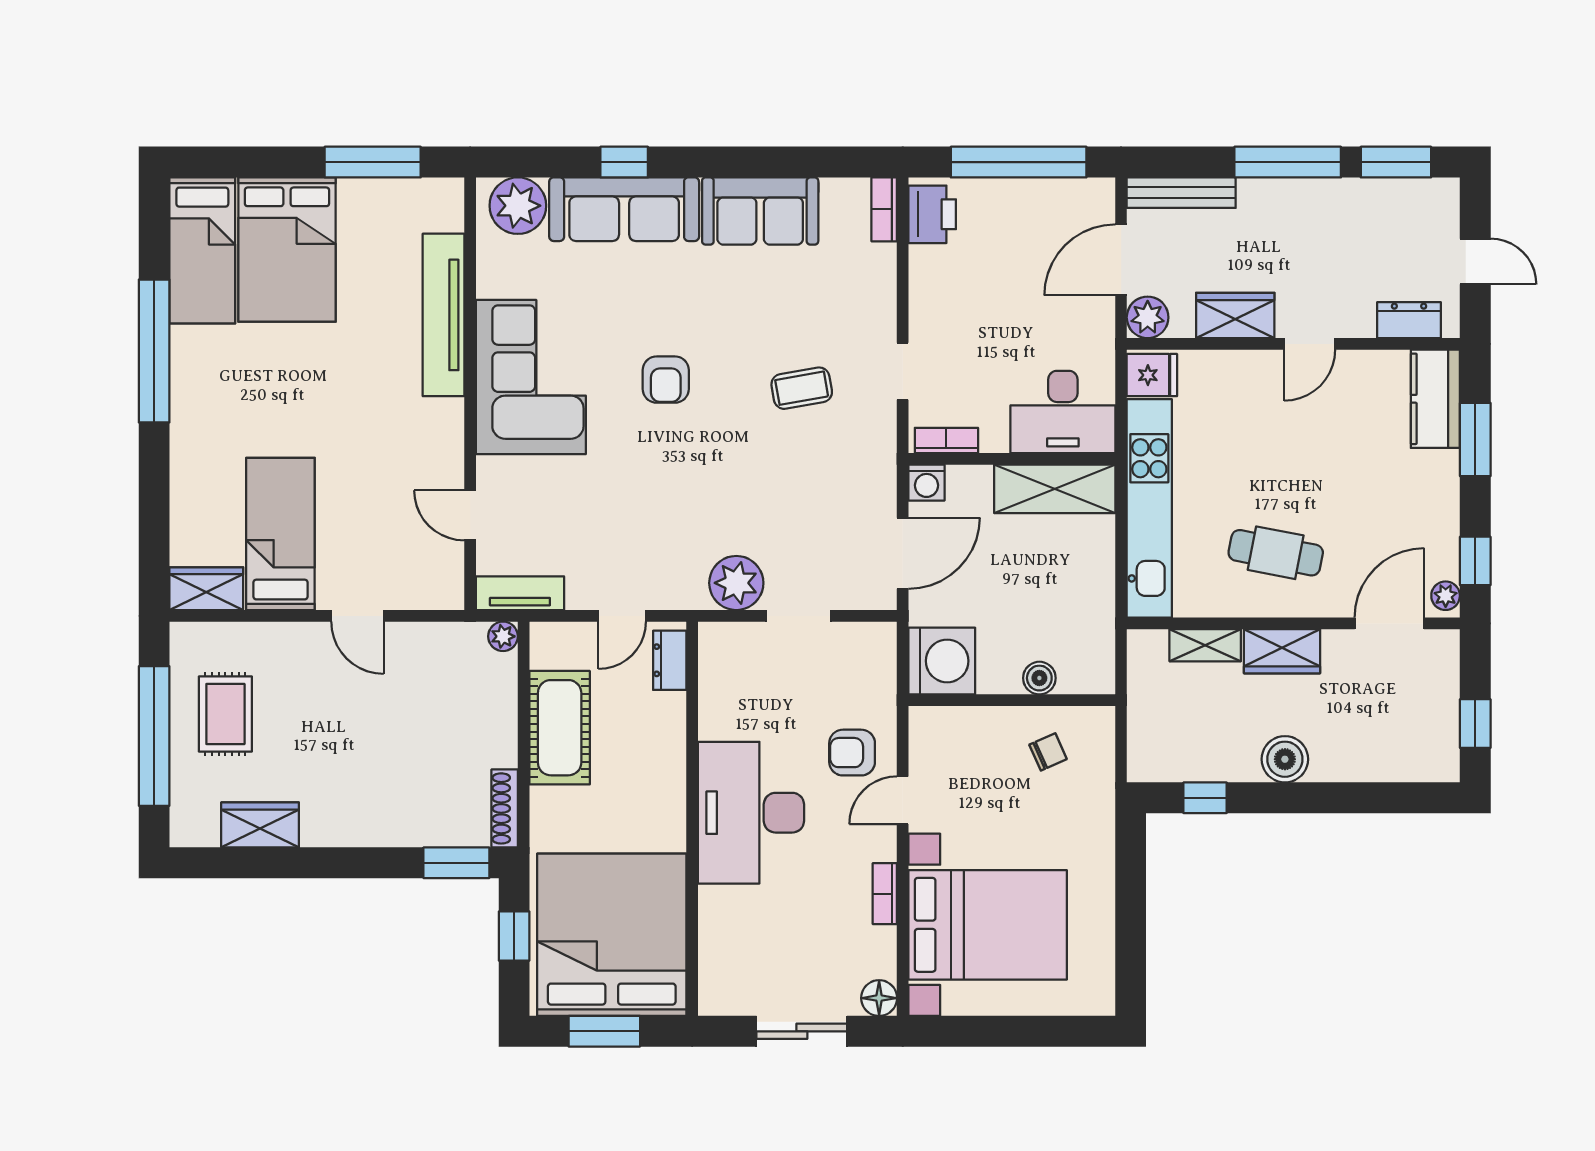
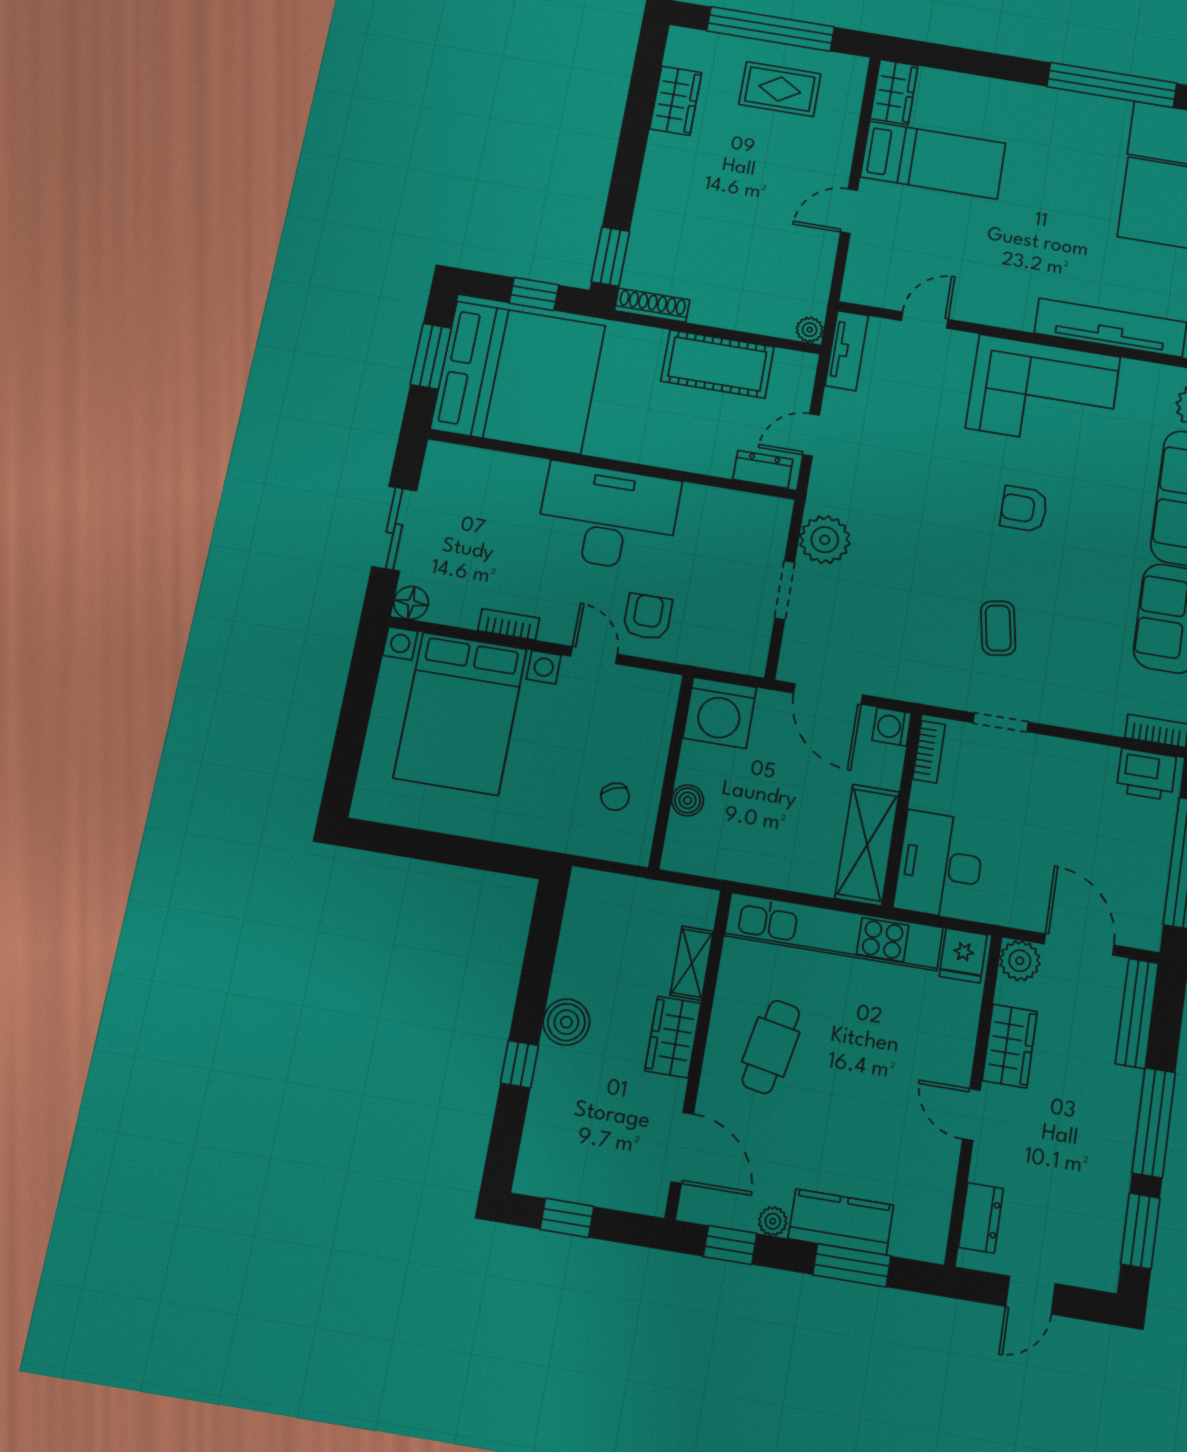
kitchen counter: (1435, 399) -> (841, 1222), moved
plant: (1446, 596) -> (773, 1221), moved
door: (622, 616) -> (811, 435), hinge flipped
window: (1205, 798) -> (519, 1064), moved

